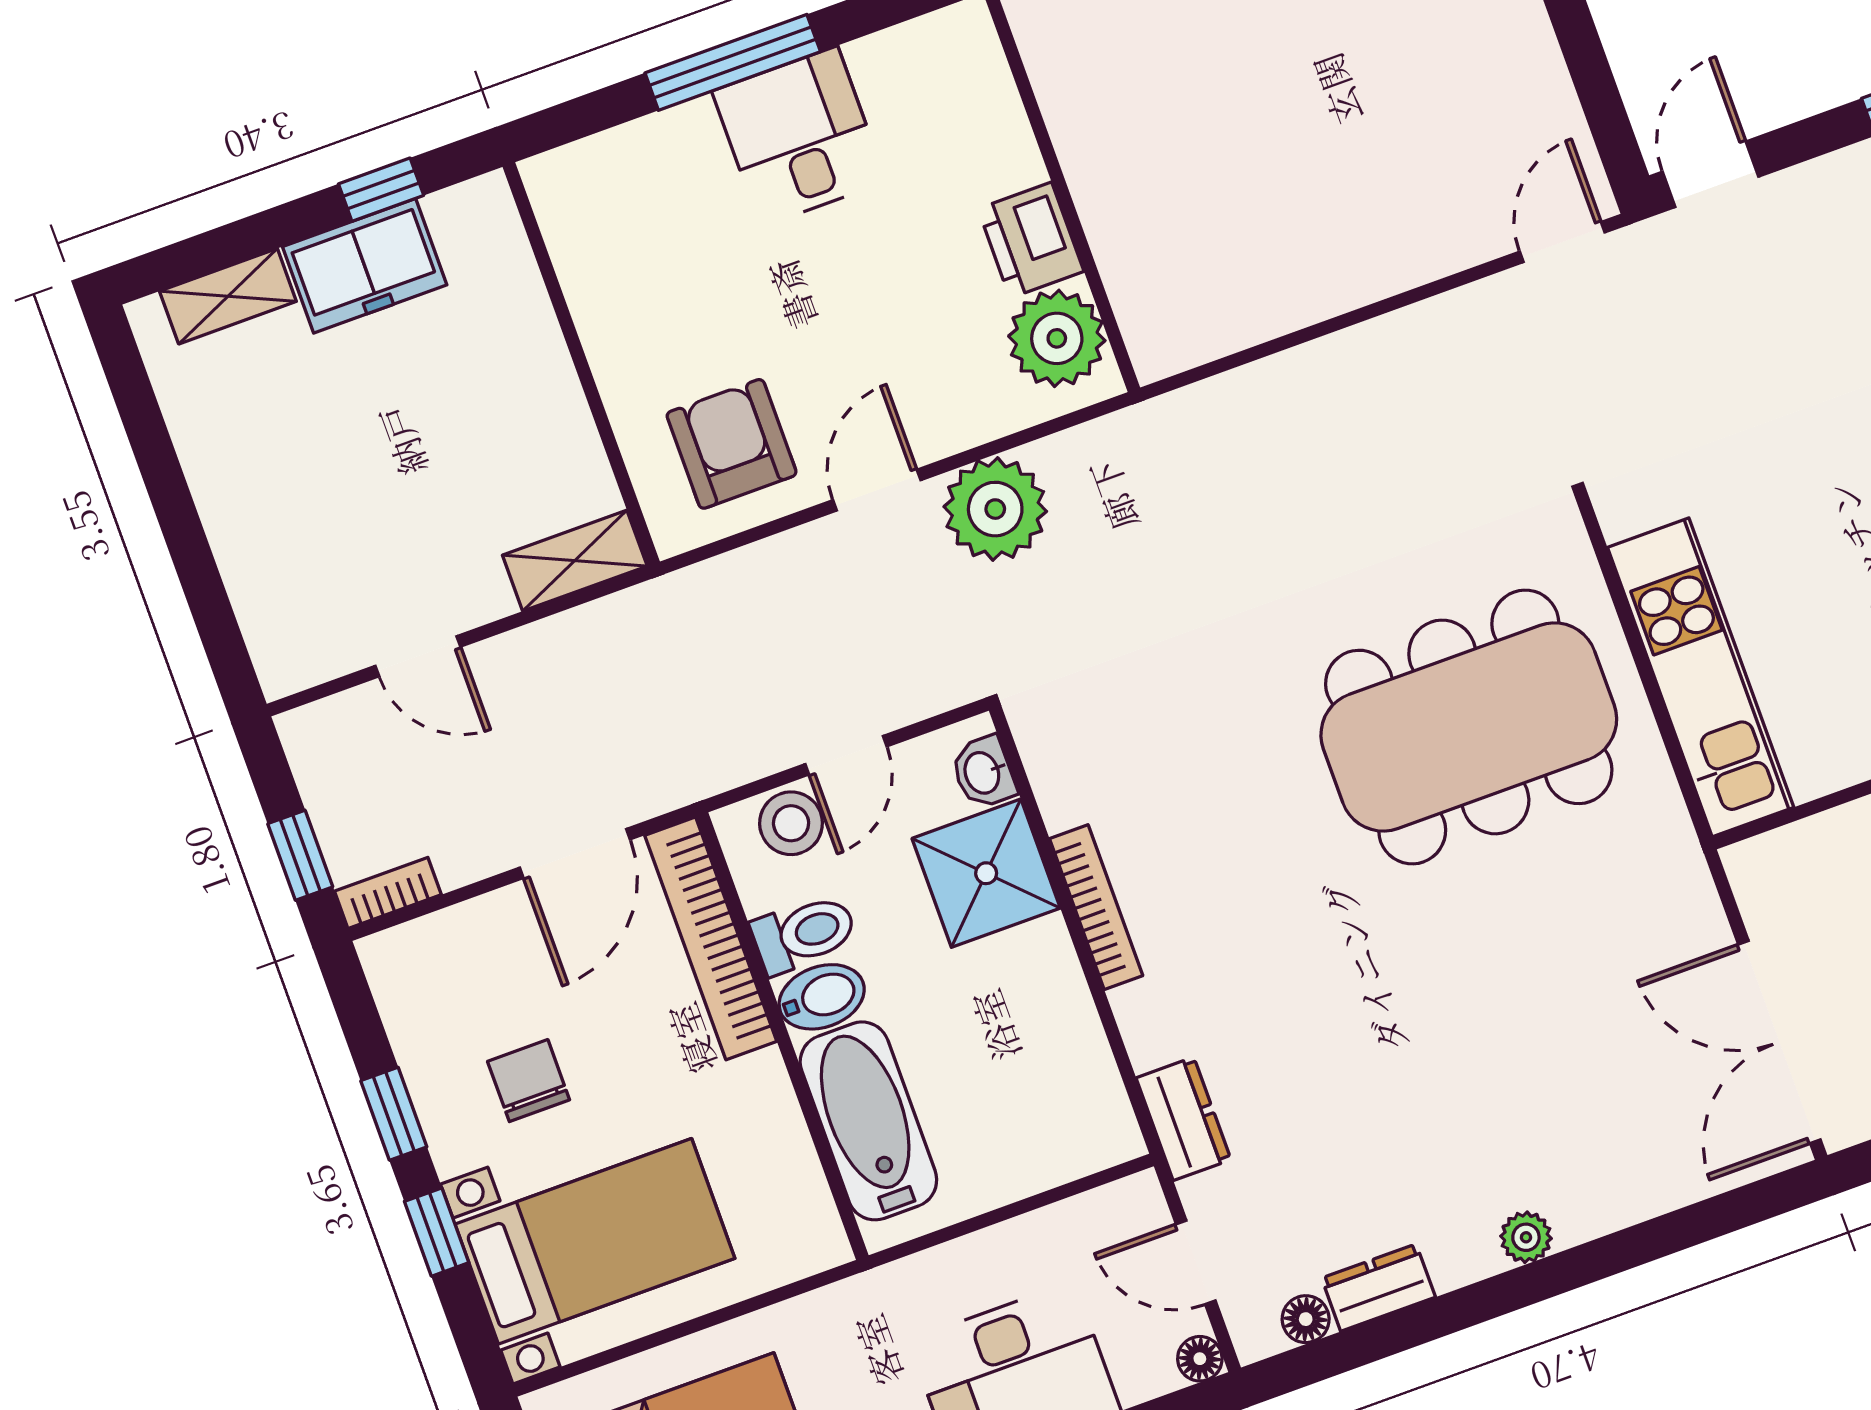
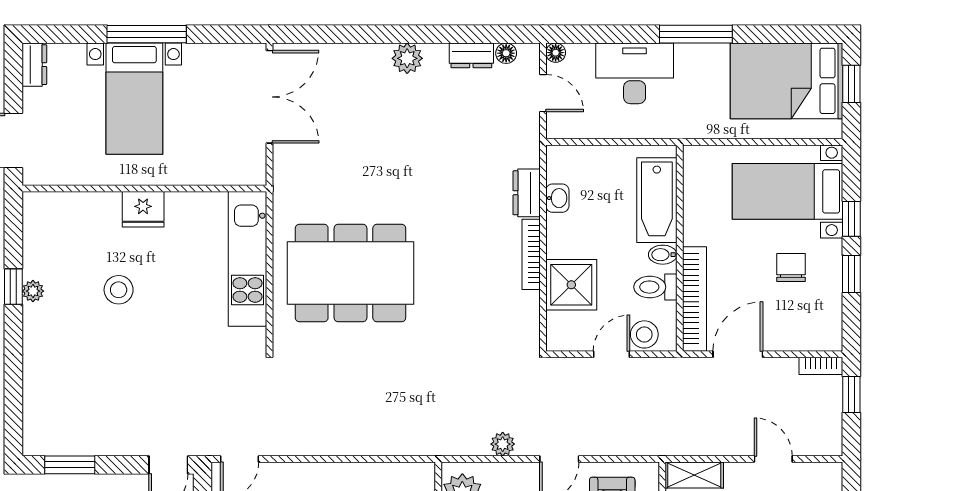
plant: (995, 509) -> (503, 444), width x0.53, depth x0.53
washbasin: (983, 772) -> (557, 198), moved
bidet: (822, 997) -> (663, 255), width x0.72, depth x0.74
chair: (529, 1081) -> (791, 268), turned 180
dresser: (1184, 1119) -> (527, 193), moved
plant: (1526, 1237) -> (407, 58), width x1.38, depth x1.38

